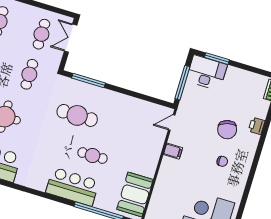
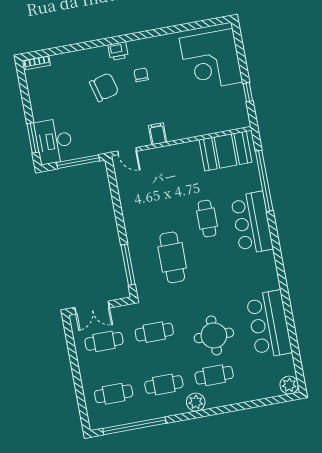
printer: (257, 126) -> (118, 51), moved

